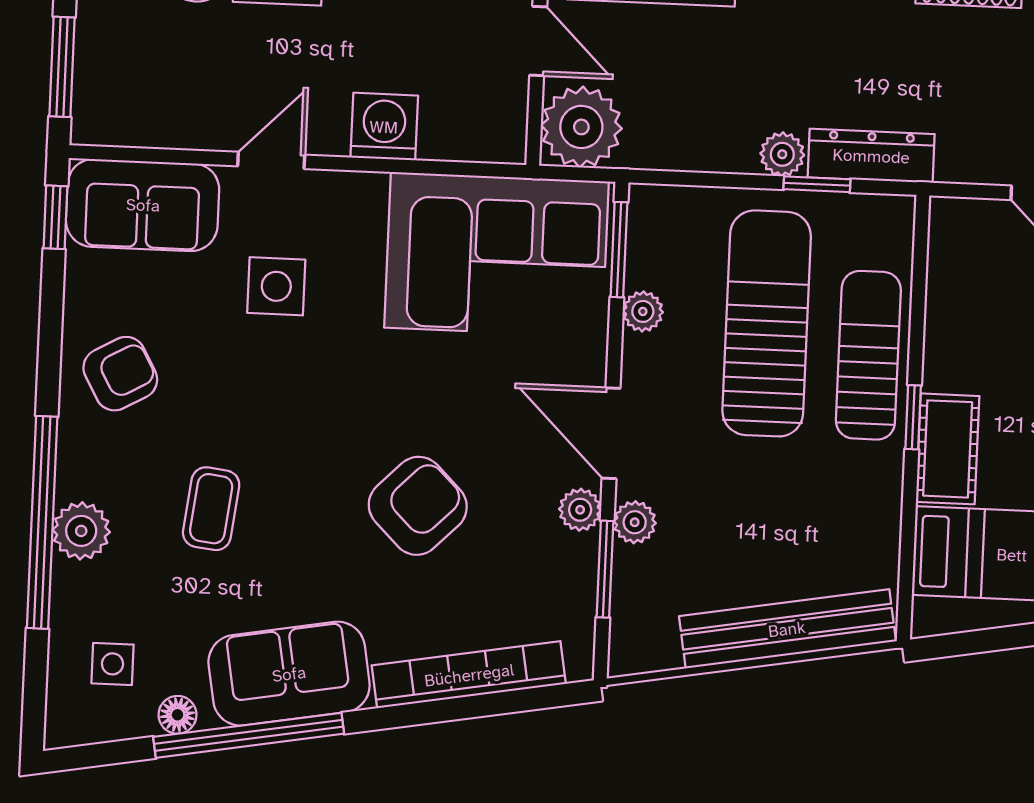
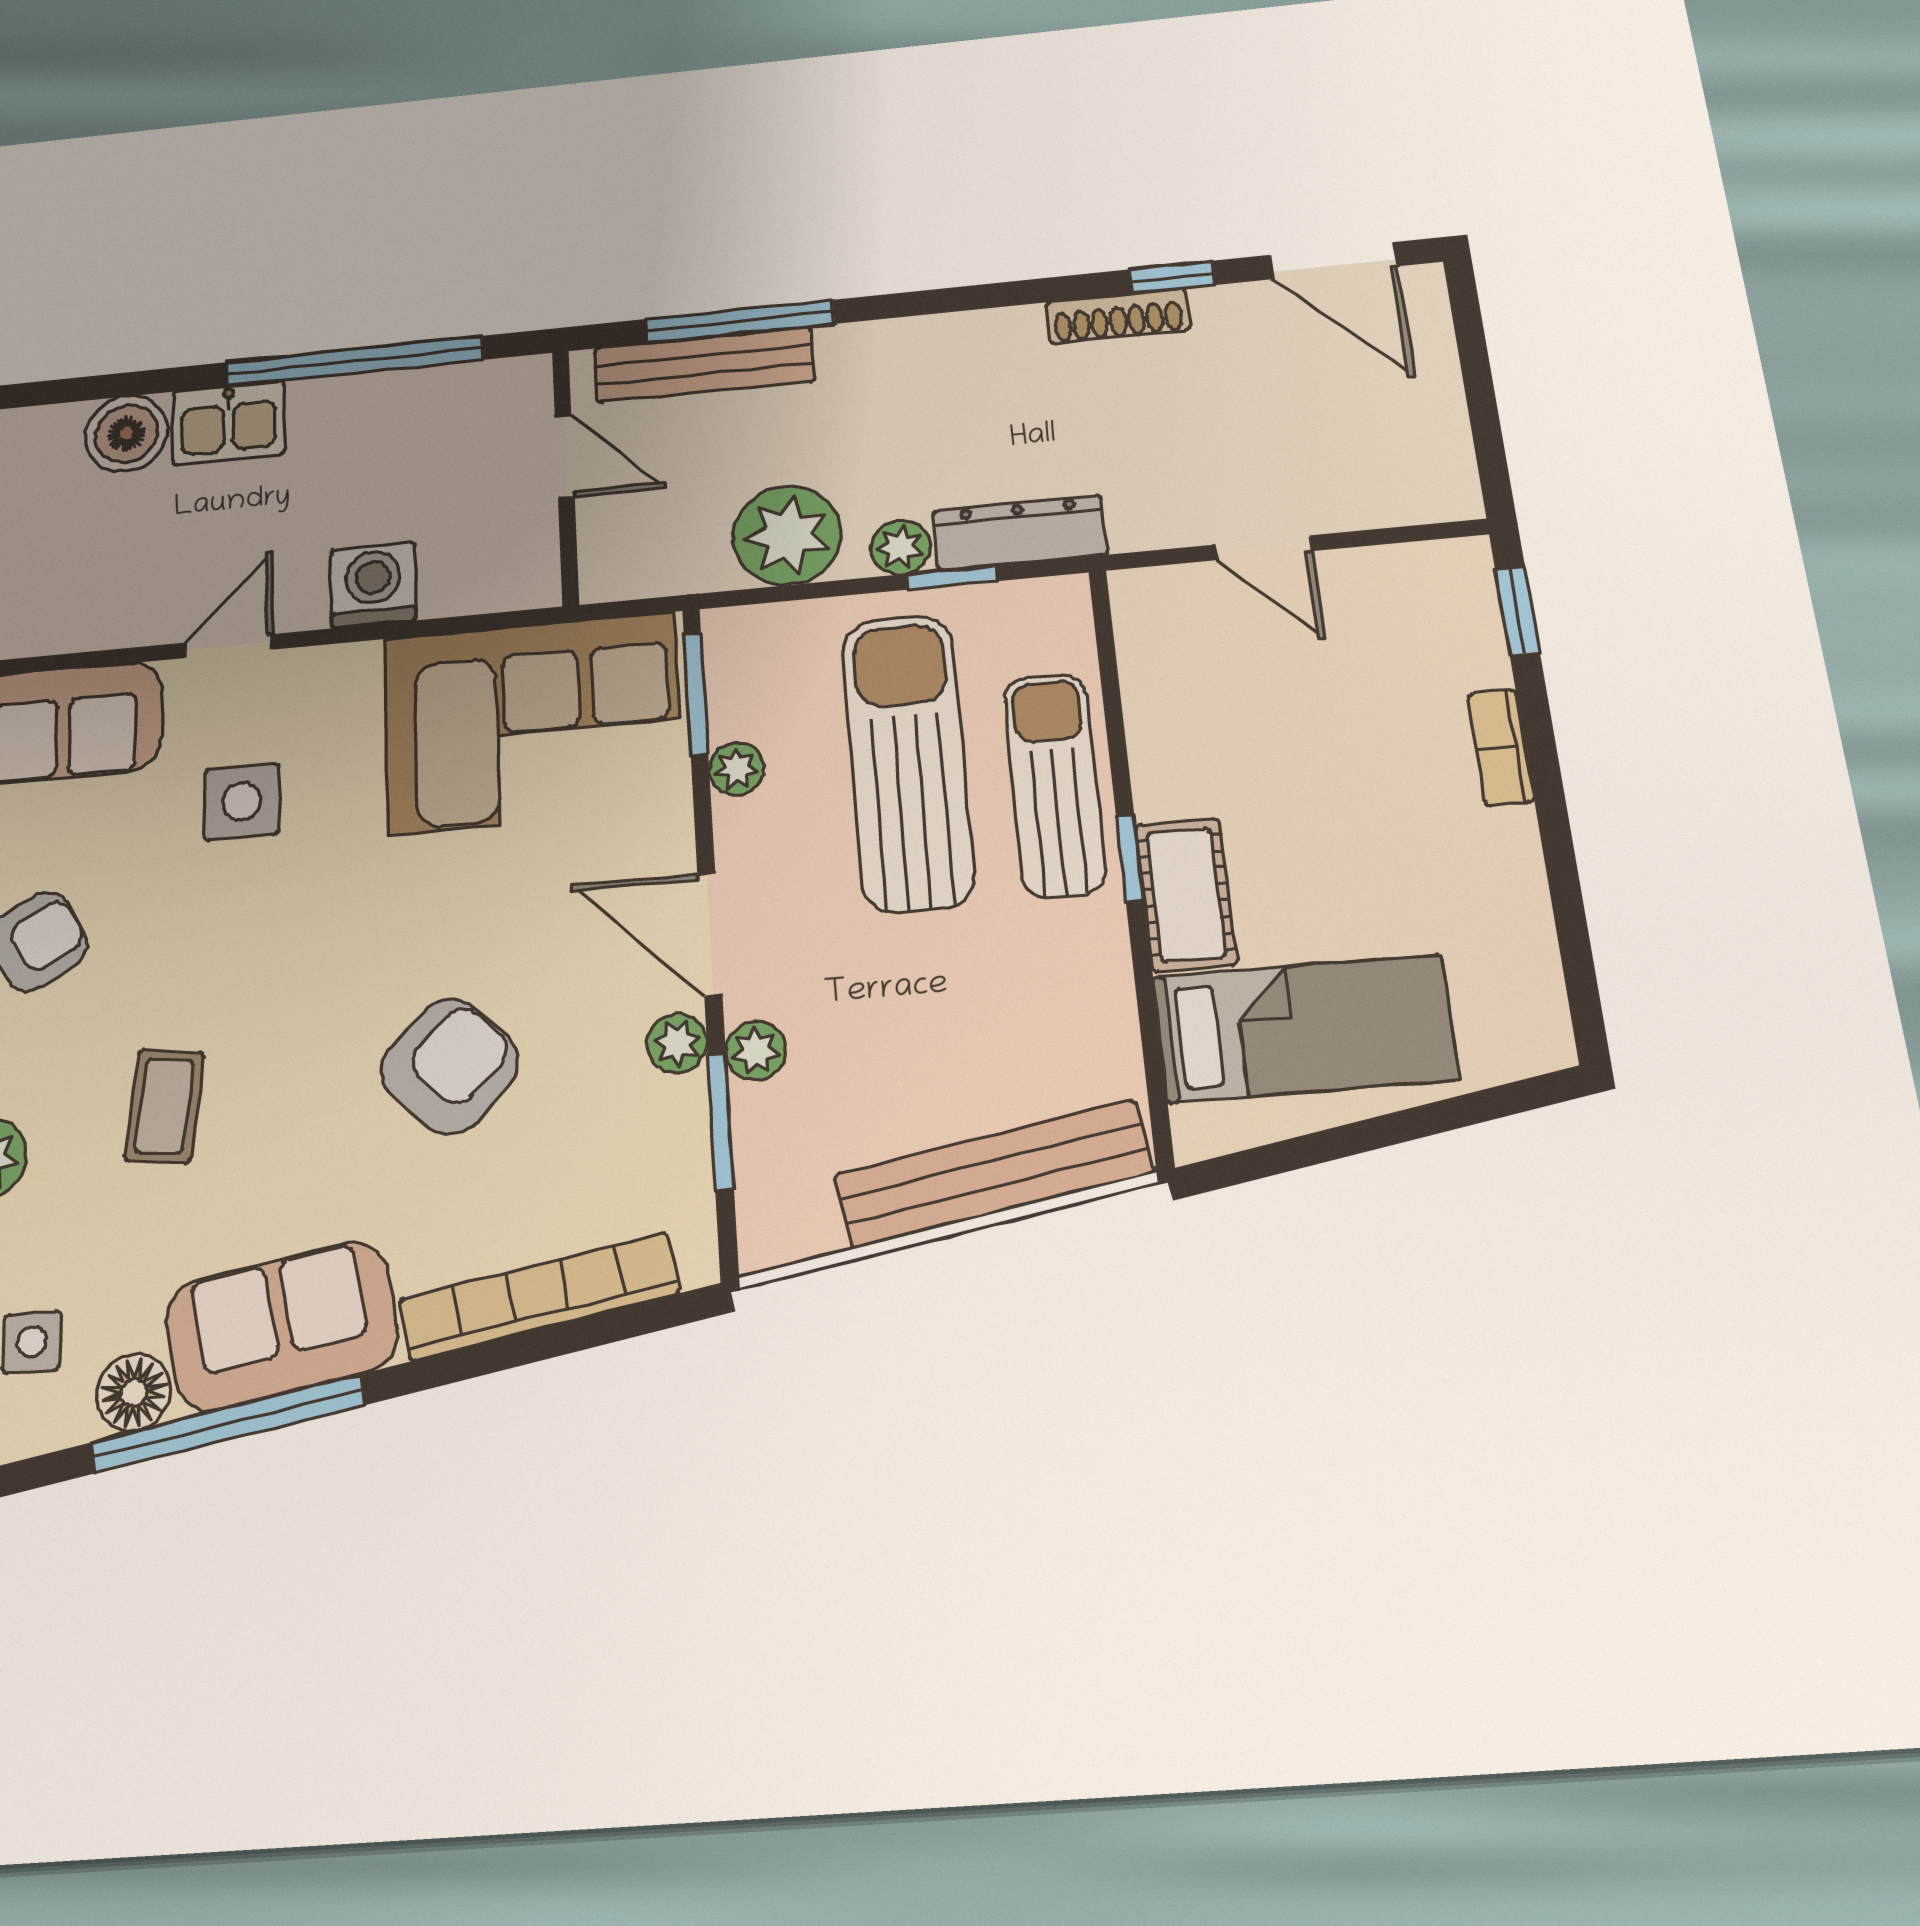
plant: (581, 127) -> (787, 535), moved
floor lamp: (177, 715) -> (134, 1393), width x1.37, depth x1.37

